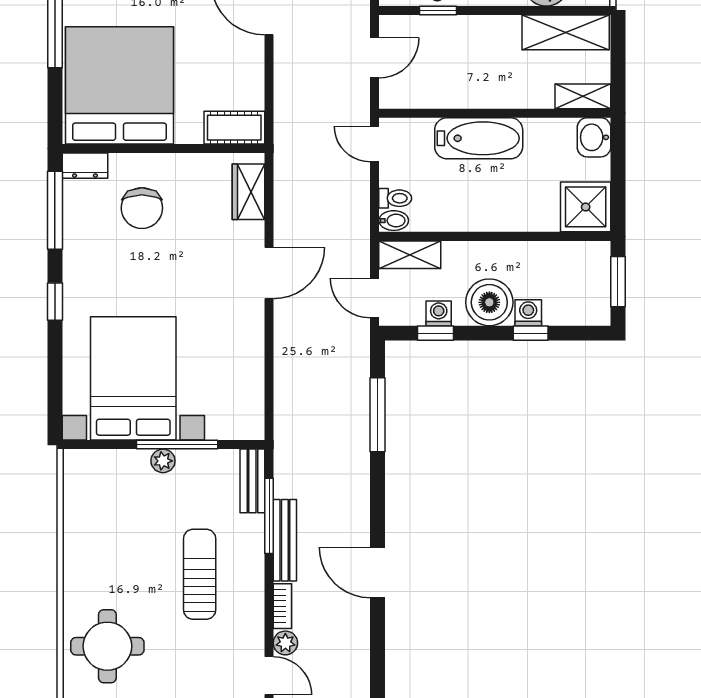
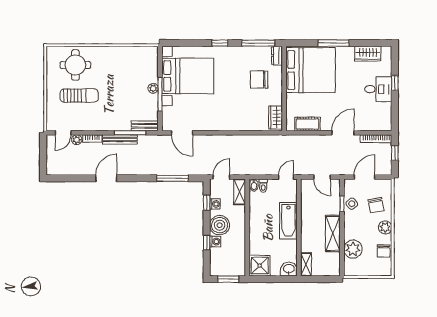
shelving: (566, 32) -> (333, 233), moved
cot: (234, 128) -> (308, 124), moved, turned 90
wardrobe: (248, 192) -> (276, 118), moved, turned -90
door: (269, 273) -> (182, 133), moved
sun lounger: (200, 574) -> (79, 96), moved

